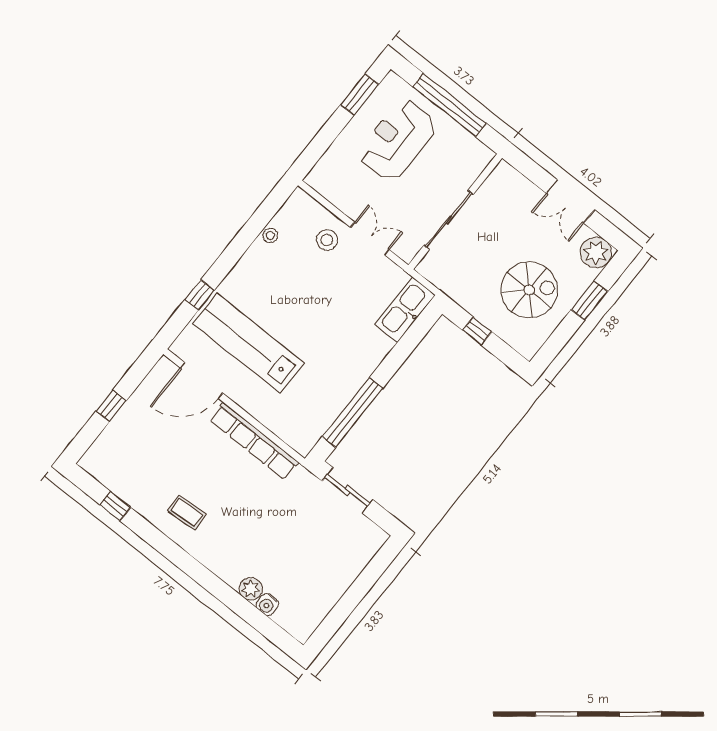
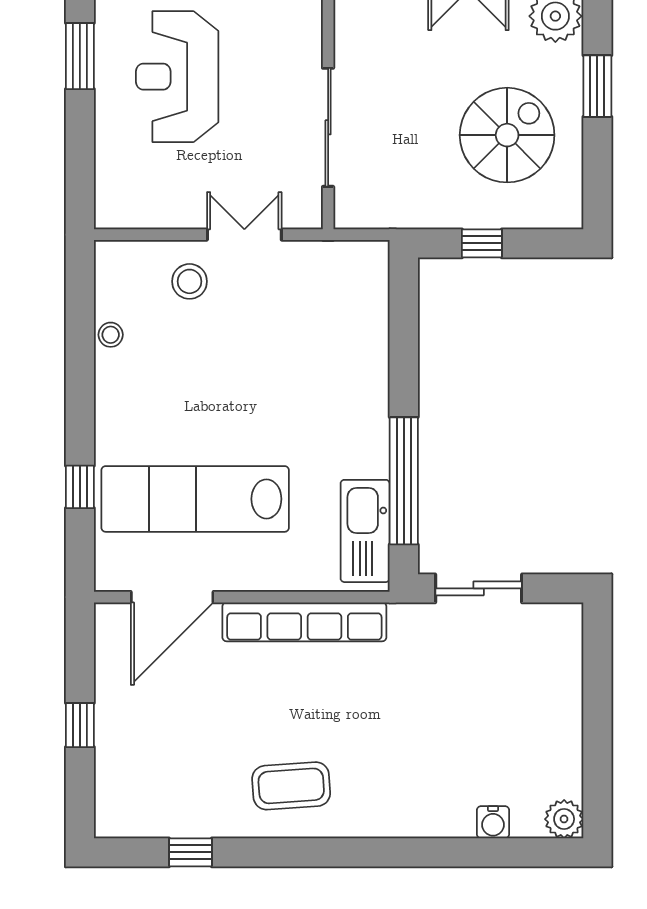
kitchen sink: (405, 310) -> (365, 531), moved
coffee table: (187, 513) -> (291, 786), width x1.36, depth x1.30
plant: (251, 589) -> (564, 819), moved

